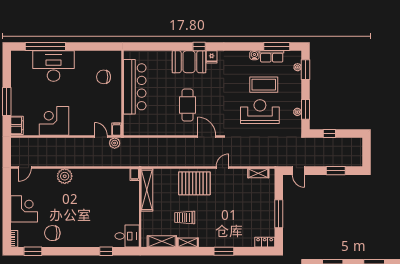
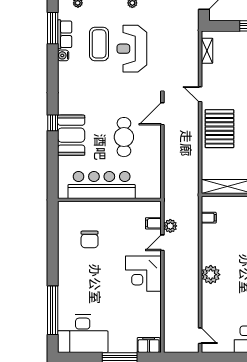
fridge: (212, 57) -> (65, 108), removed
desk: (54, 66) -> (83, 334), moved, turned -90
bar counter: (135, 87) -> (102, 185), moved
wall: (123, 93) -> (109, 200), moved
cafe table: (187, 105) -> (124, 137), turned 90
corner desk: (54, 121) -> (143, 274), moved
filing cabinet: (135, 175) -> (209, 218), moved
plant: (65, 176) -> (211, 275), moved

